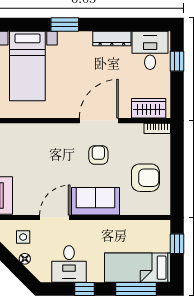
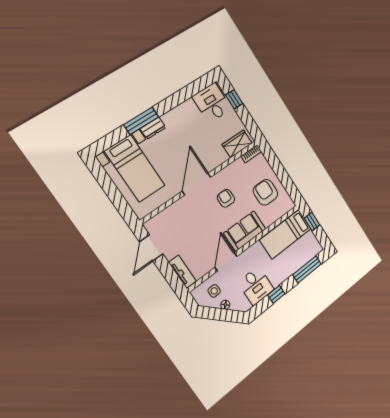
window: (65, 24) -> (141, 121), width x1.44
dresser: (112, 38) -> (153, 128), moved, width x0.70
door: (99, 121) -> (196, 184), moved
armchair: (145, 178) -> (265, 192), turned -90
bed: (137, 268) -> (286, 234), moved

